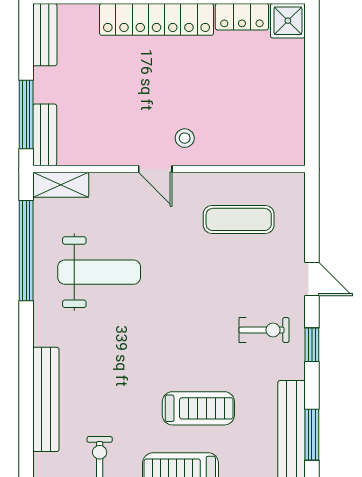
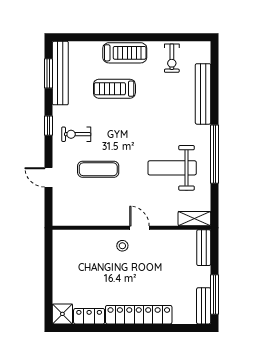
window: (26, 114) -> (214, 295), moved
exercise mat: (239, 219) -> (98, 169), moved
window: (26, 251) -> (214, 154), moved
door: (312, 279) -> (48, 177), moved

